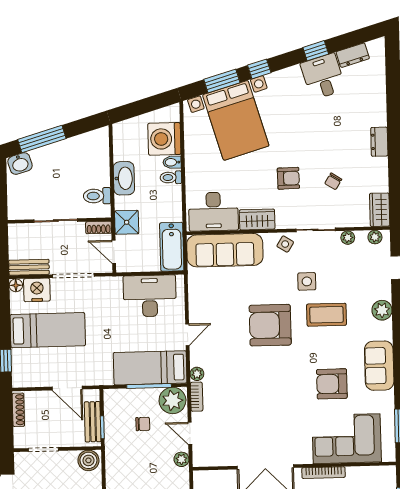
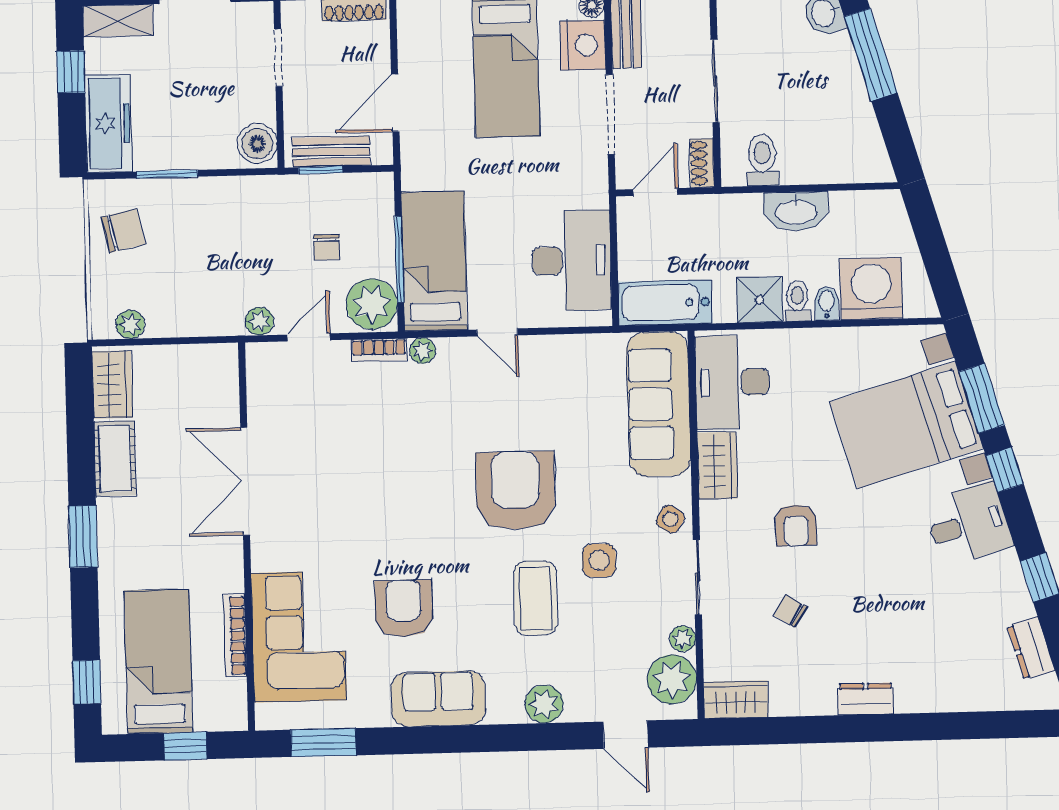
desk: (323, 76) -> (969, 524), moved
shower: (127, 222) -> (760, 300), moved
plant: (375, 237) -> (672, 679), width x1.87, depth x1.87
bookcase: (323, 473) -> (235, 636), moved

